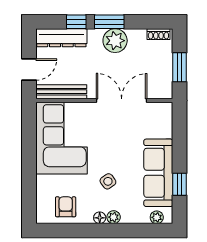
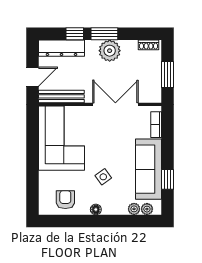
bookcase: (167, 123) -> (156, 125), added
plant: (114, 217) -> (134, 209), moved

